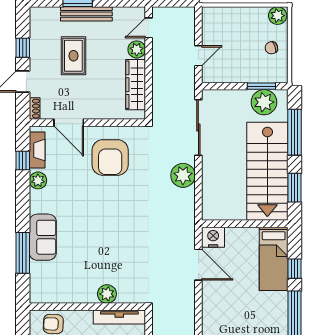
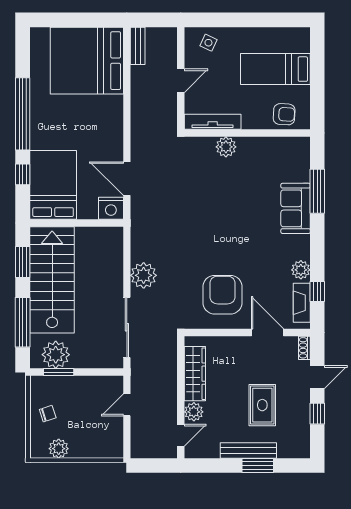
plant: (278, 16) -> (59, 449), moved
bed: (274, 259) -> (53, 185), width x1.50

